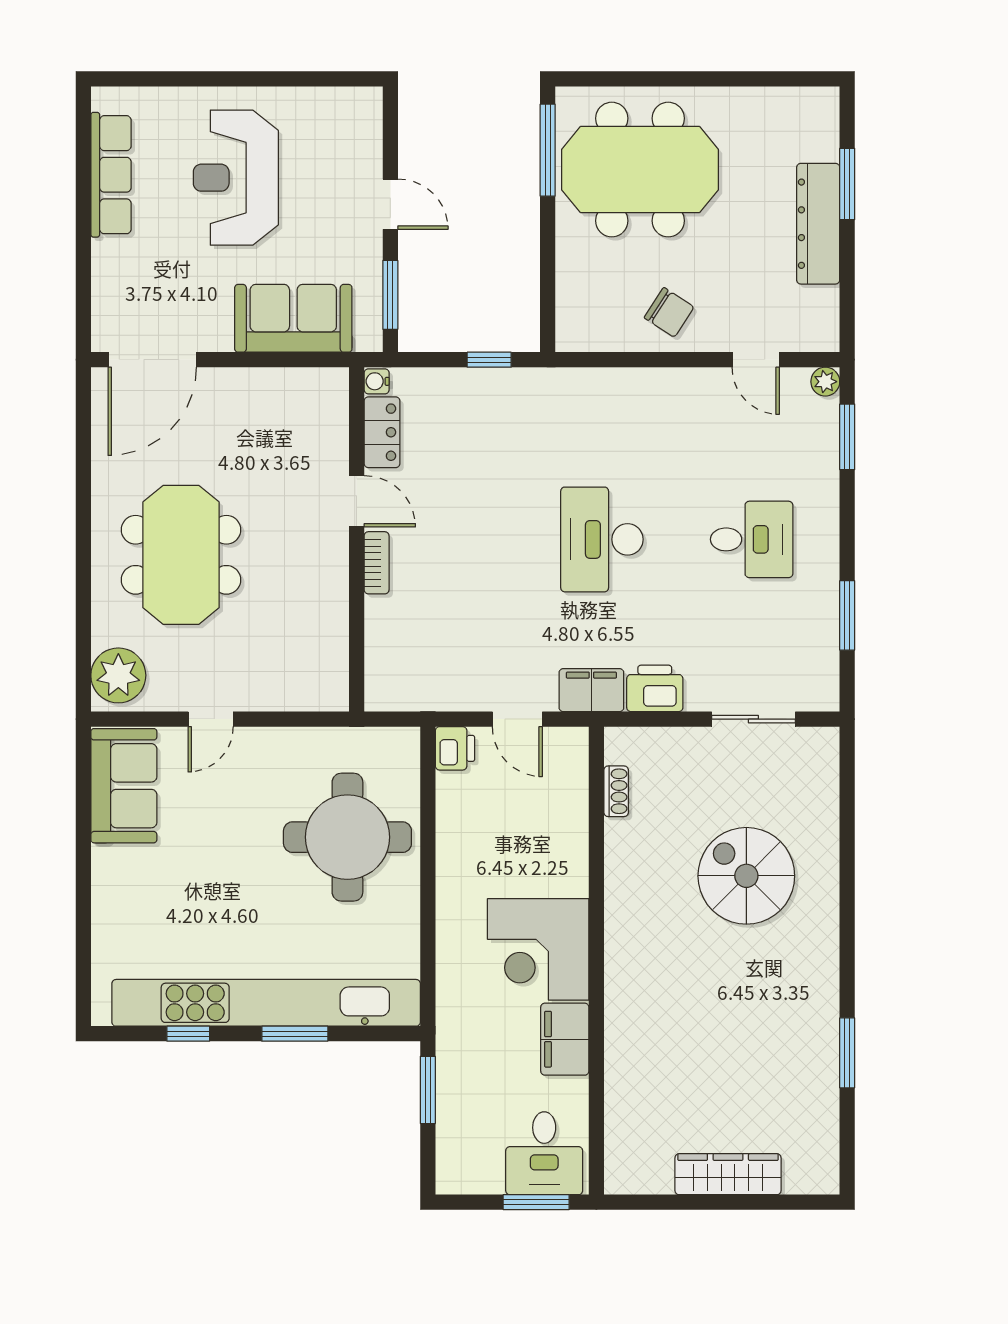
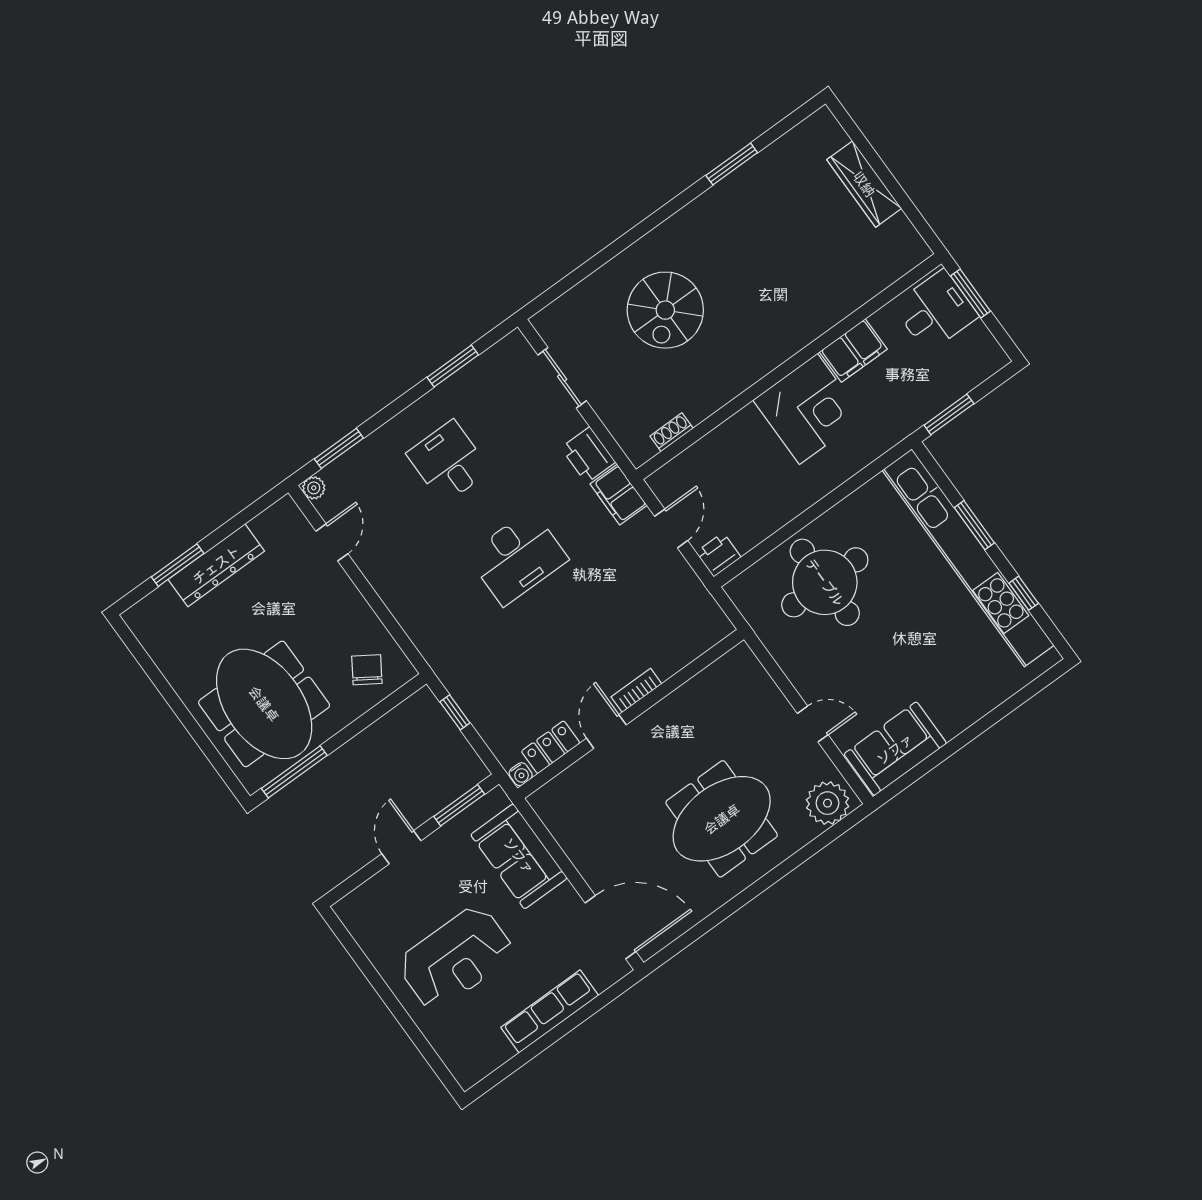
row of seats: (111, 175) -> (550, 1011), moved
chair: (669, 312) -> (367, 670), moved

